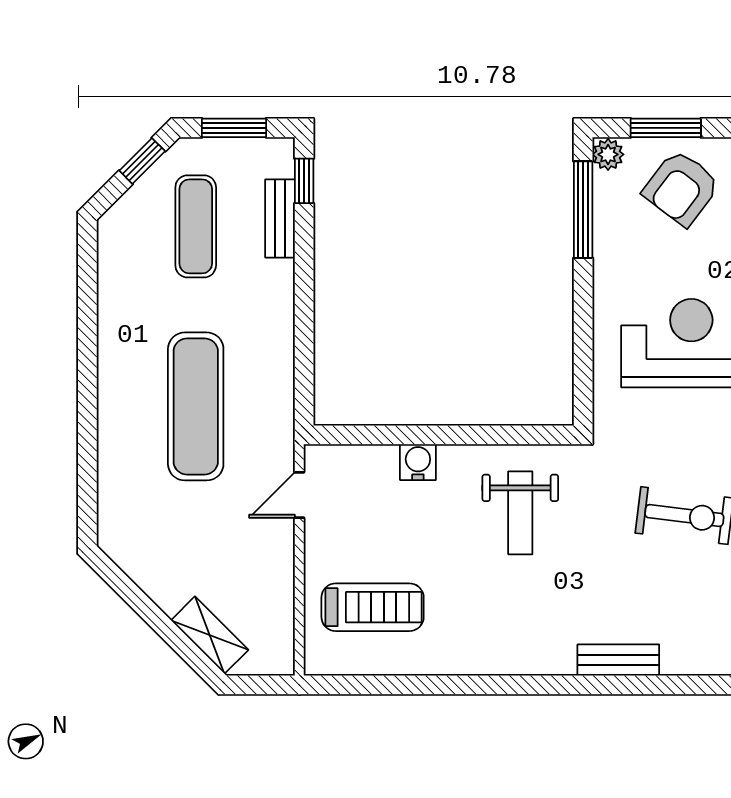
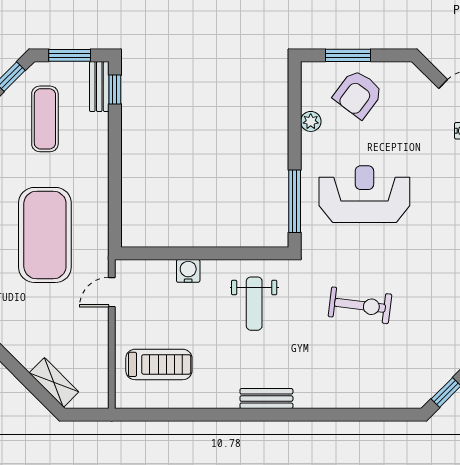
plant: (608, 154) -> (311, 121), moved
window: (583, 210) -> (295, 201), moved
bench: (280, 218) -> (99, 87), moved
exercise mat: (196, 406) -> (45, 235), width x1.47
bench: (618, 660) -> (266, 399), moved

